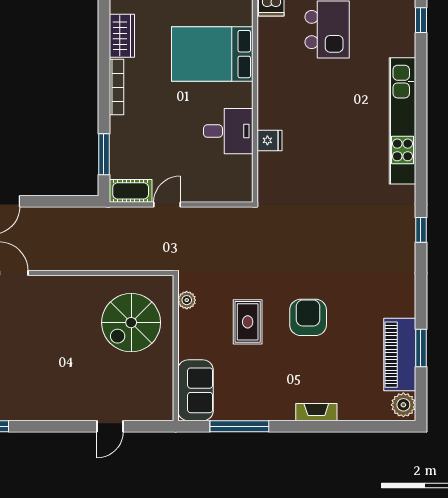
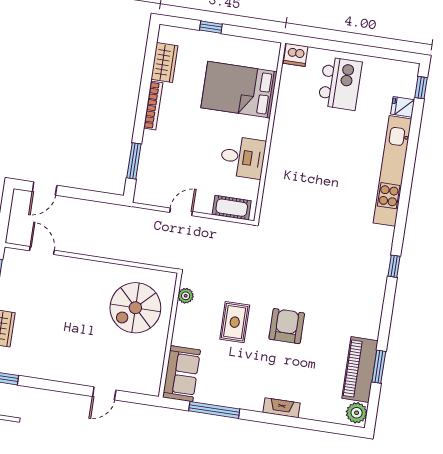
fridge: (269, 140) -> (403, 107), moved, turned 180
cot: (131, 191) -> (232, 208), moved

